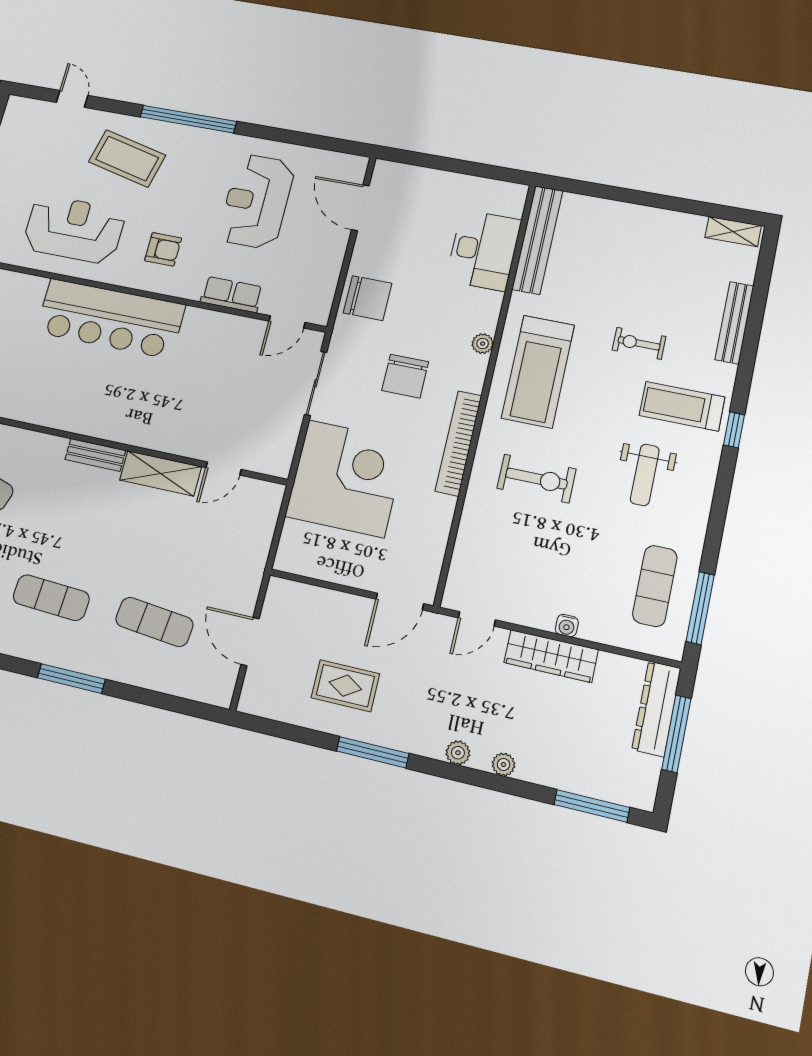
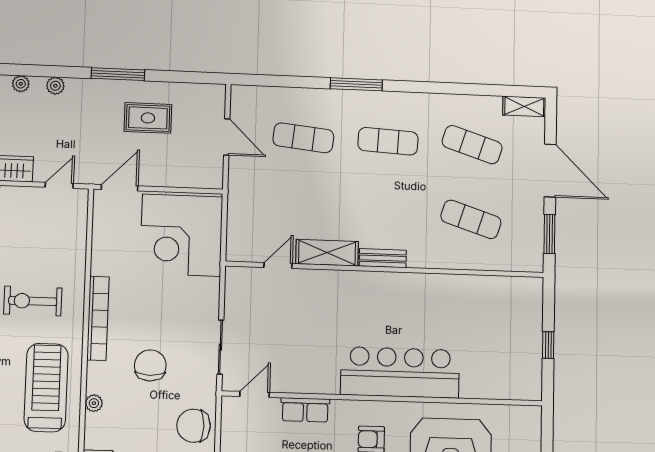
corner desk: (346, 478) -> (181, 235), moved

